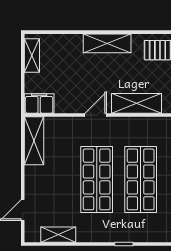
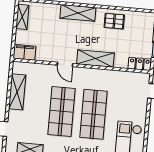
door: (96, 115) -> (65, 64), swing flipped
shelving: (34, 141) -> (17, 92), moved

